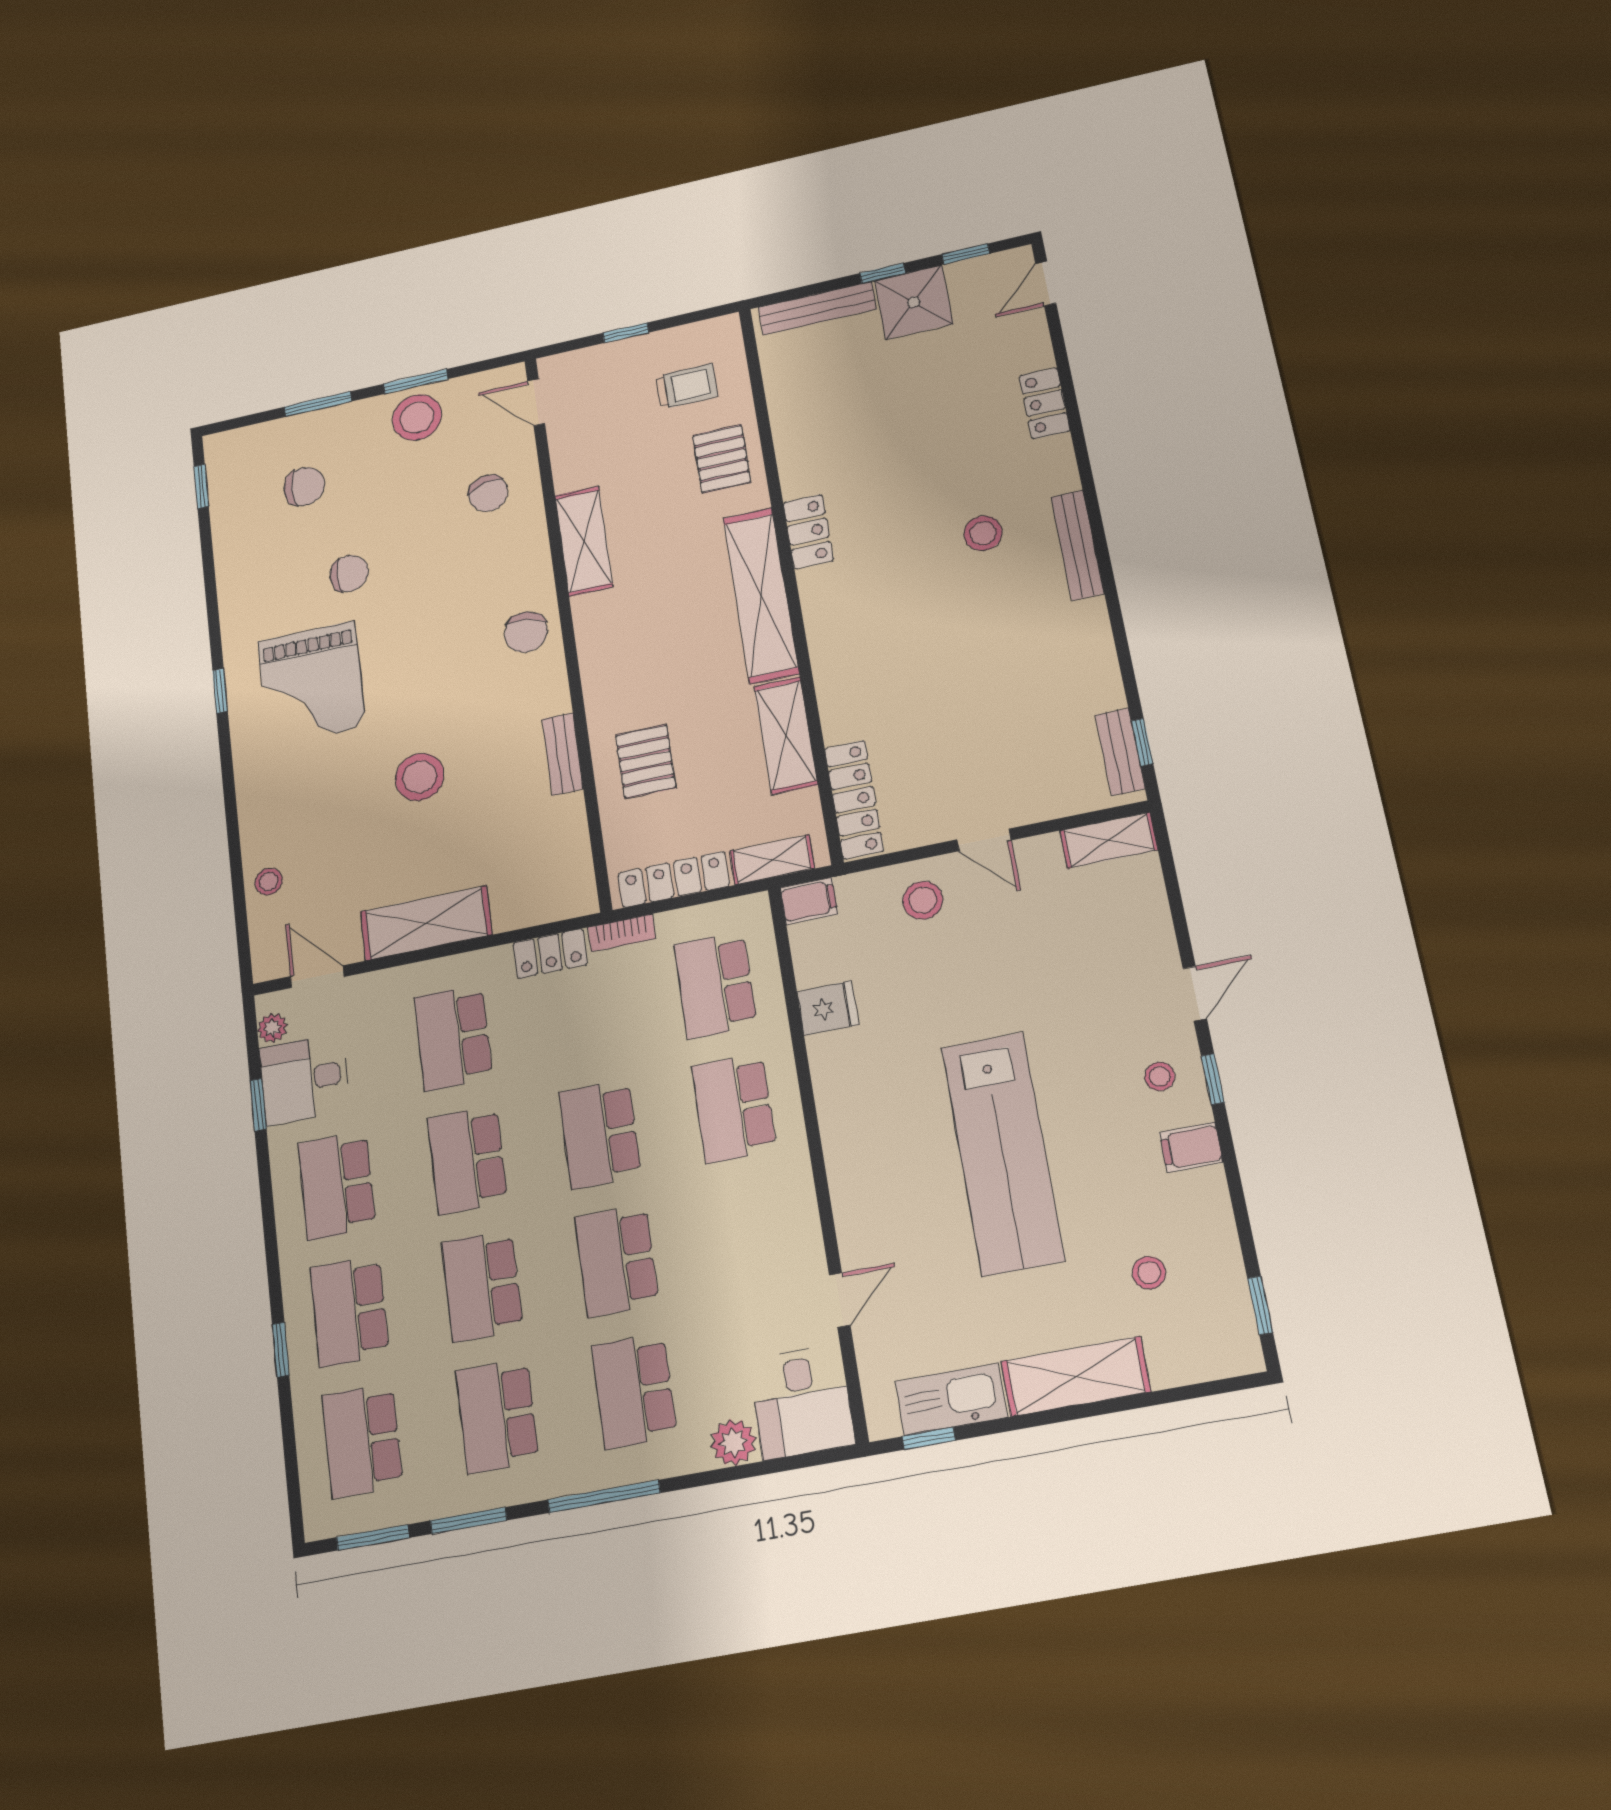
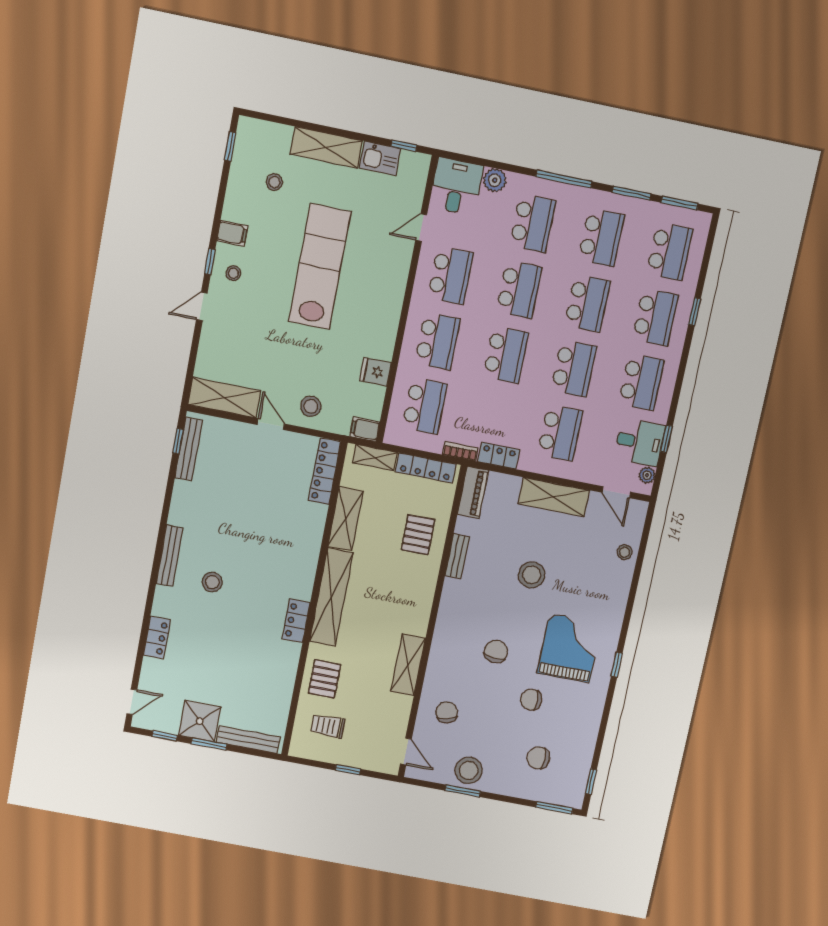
window: (883, 273) -> (209, 744), width x1.50
window: (318, 404) -> (554, 808), moved
chair: (526, 632) -> (496, 651), moved
bench: (1120, 752) -> (189, 449), width x1.36
shelving: (1109, 840) -> (224, 398), width x1.50, depth x1.33
piano: (574, 872) -> (473, 492), added
school desk: (753, 1235) -> (450, 275), added
kitchen sink: (951, 1399) -> (380, 158), width x0.73

